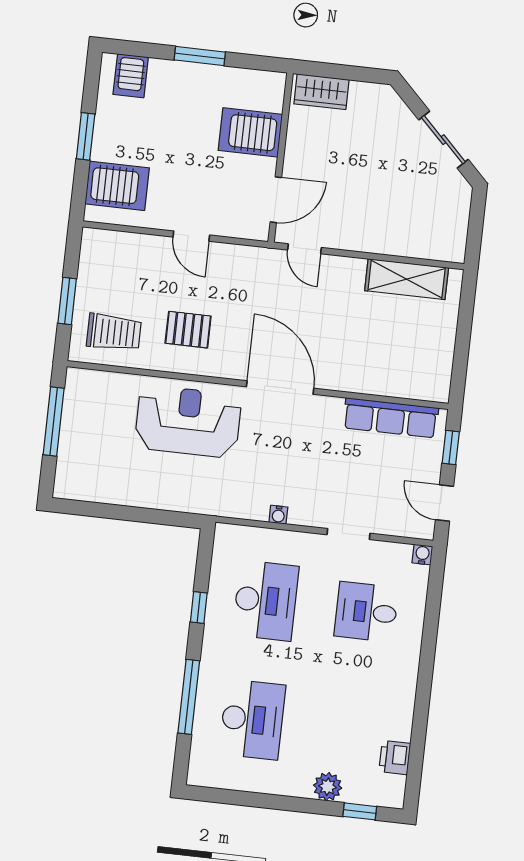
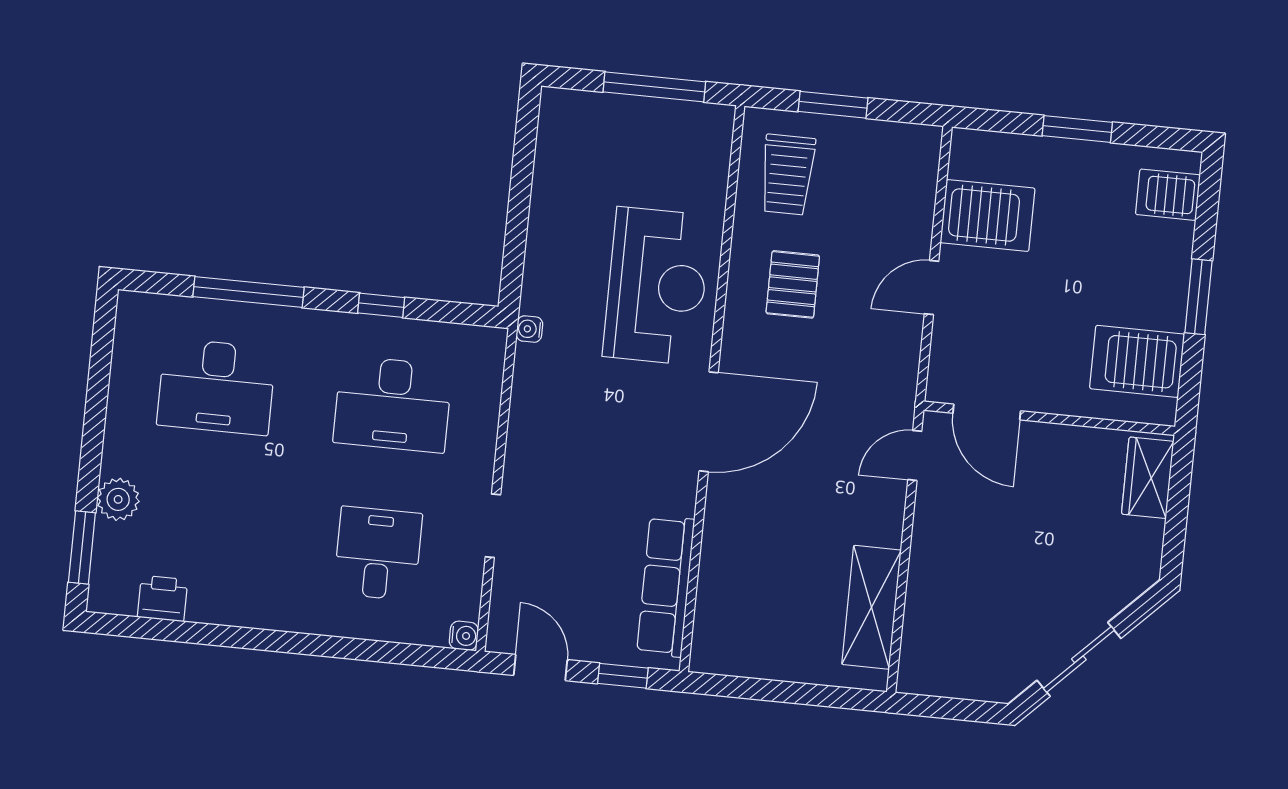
server rack: (250, 132) -> (1137, 361), moved, turned -90
server rack: (117, 186) -> (988, 215), moved, turned -90
door: (445, 503) -> (540, 668), hinge flipped
water cooler: (278, 515) -> (529, 329), moved
window: (360, 811) -> (82, 547), width x1.50

